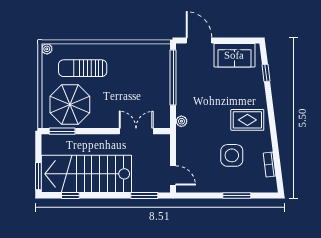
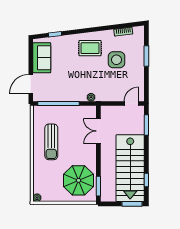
sun lounger: (83, 68) -> (51, 142), moved
rug: (247, 120) -> (90, 48), turned 90

